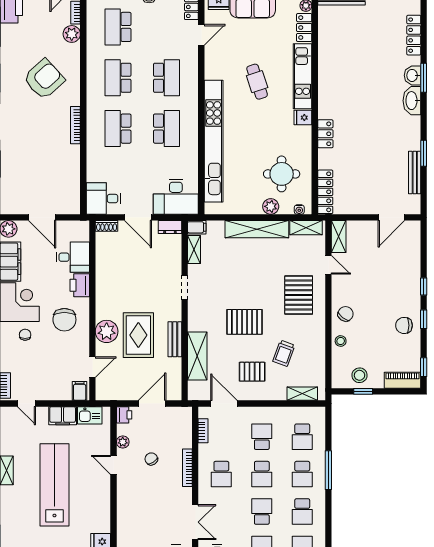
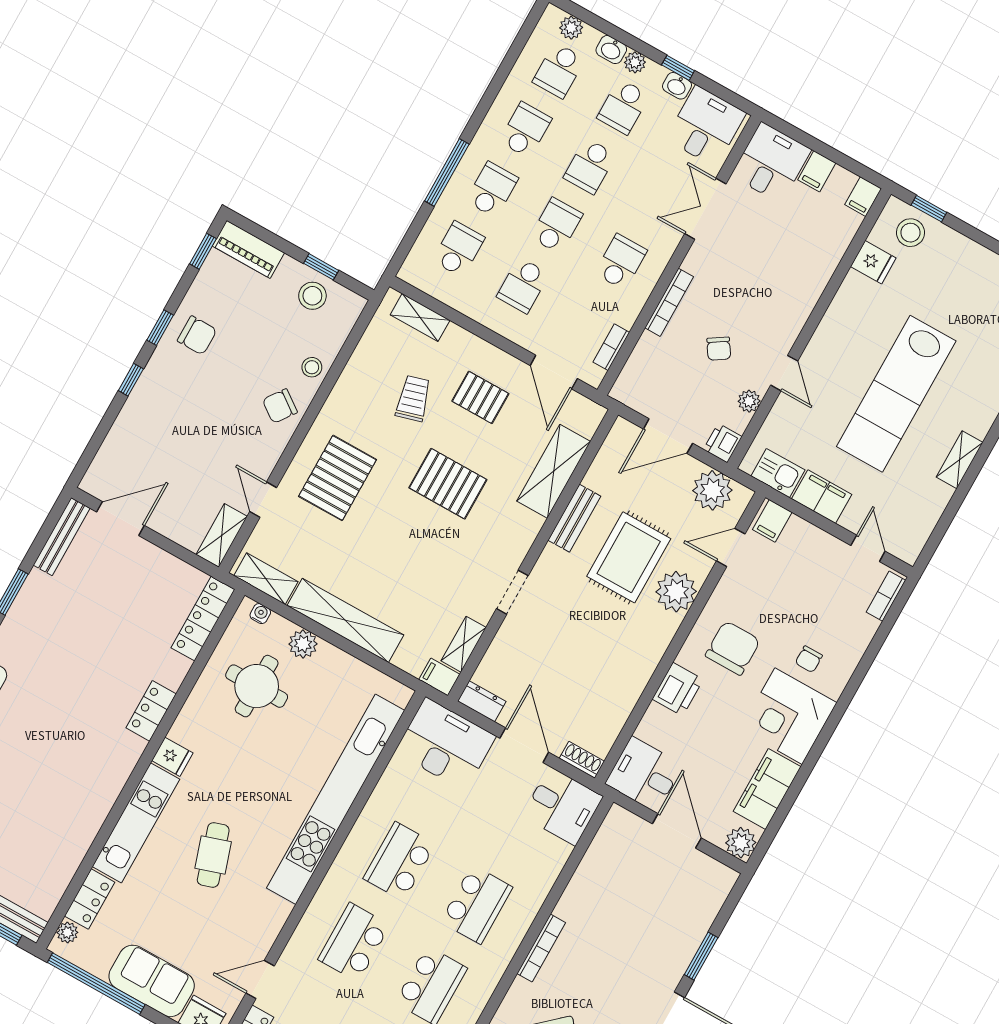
bench: (415, 172) -> (62, 537), moved
desk: (73, 257) -> (644, 774), moved
trolley: (284, 353) -> (413, 398), turned -36
plant: (116, 390) -> (712, 490), added

